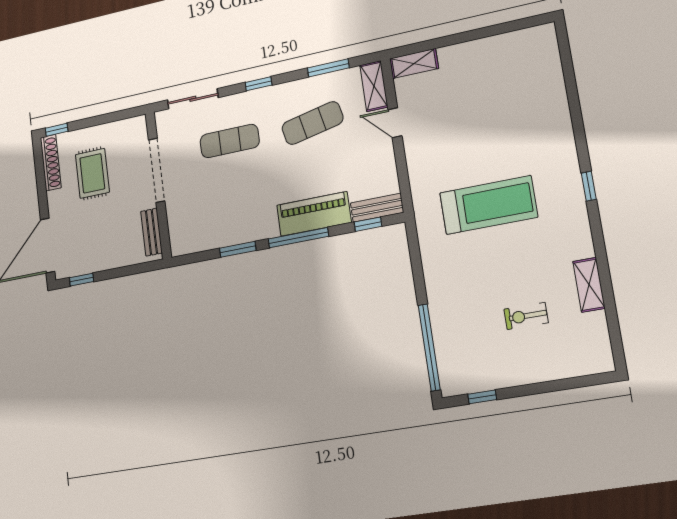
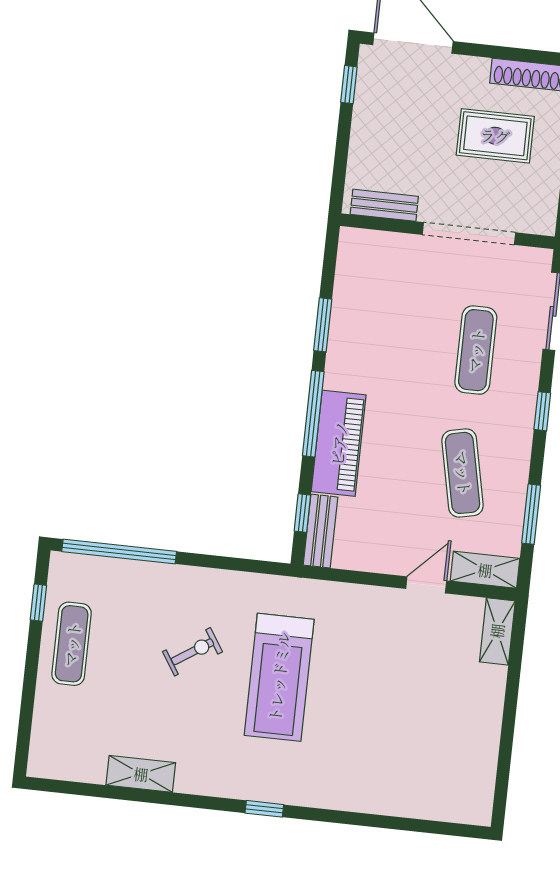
exercise bike: (526, 316) -> (192, 652), moved, turned 57
exercise mat: (506, 364) -> (72, 644), added

